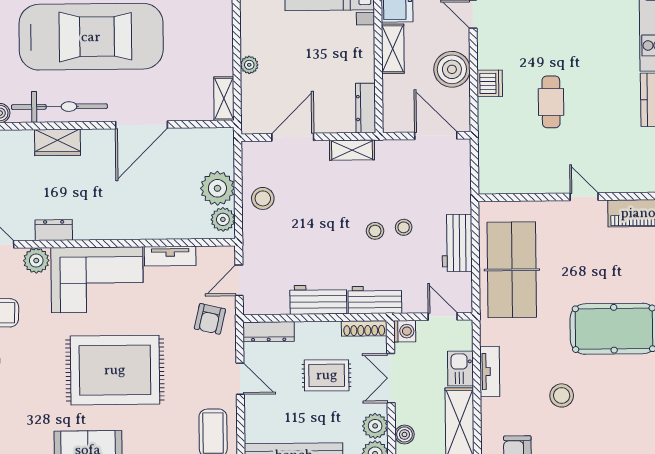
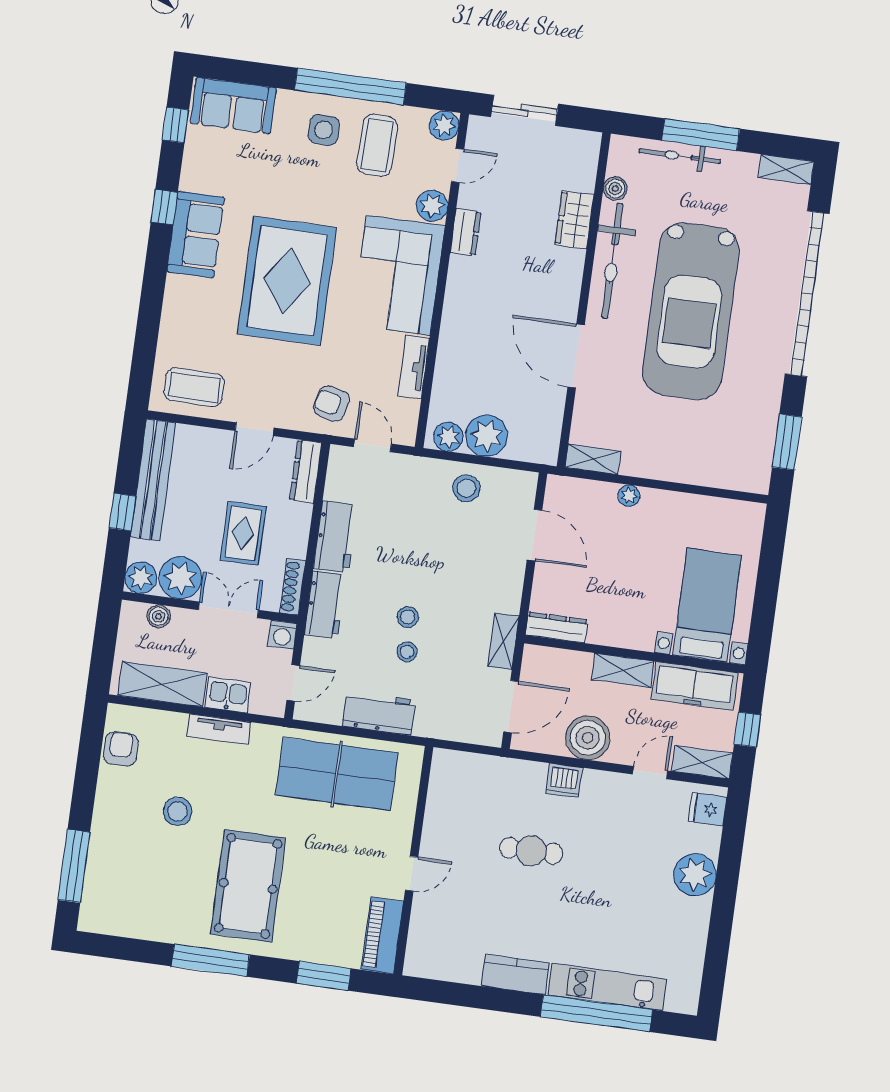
wardrobe: (57, 142) -> (574, 220), moved
shelving: (352, 150) -> (503, 641), moved
plant: (375, 426) -> (180, 578), width x1.36, depth x1.36

